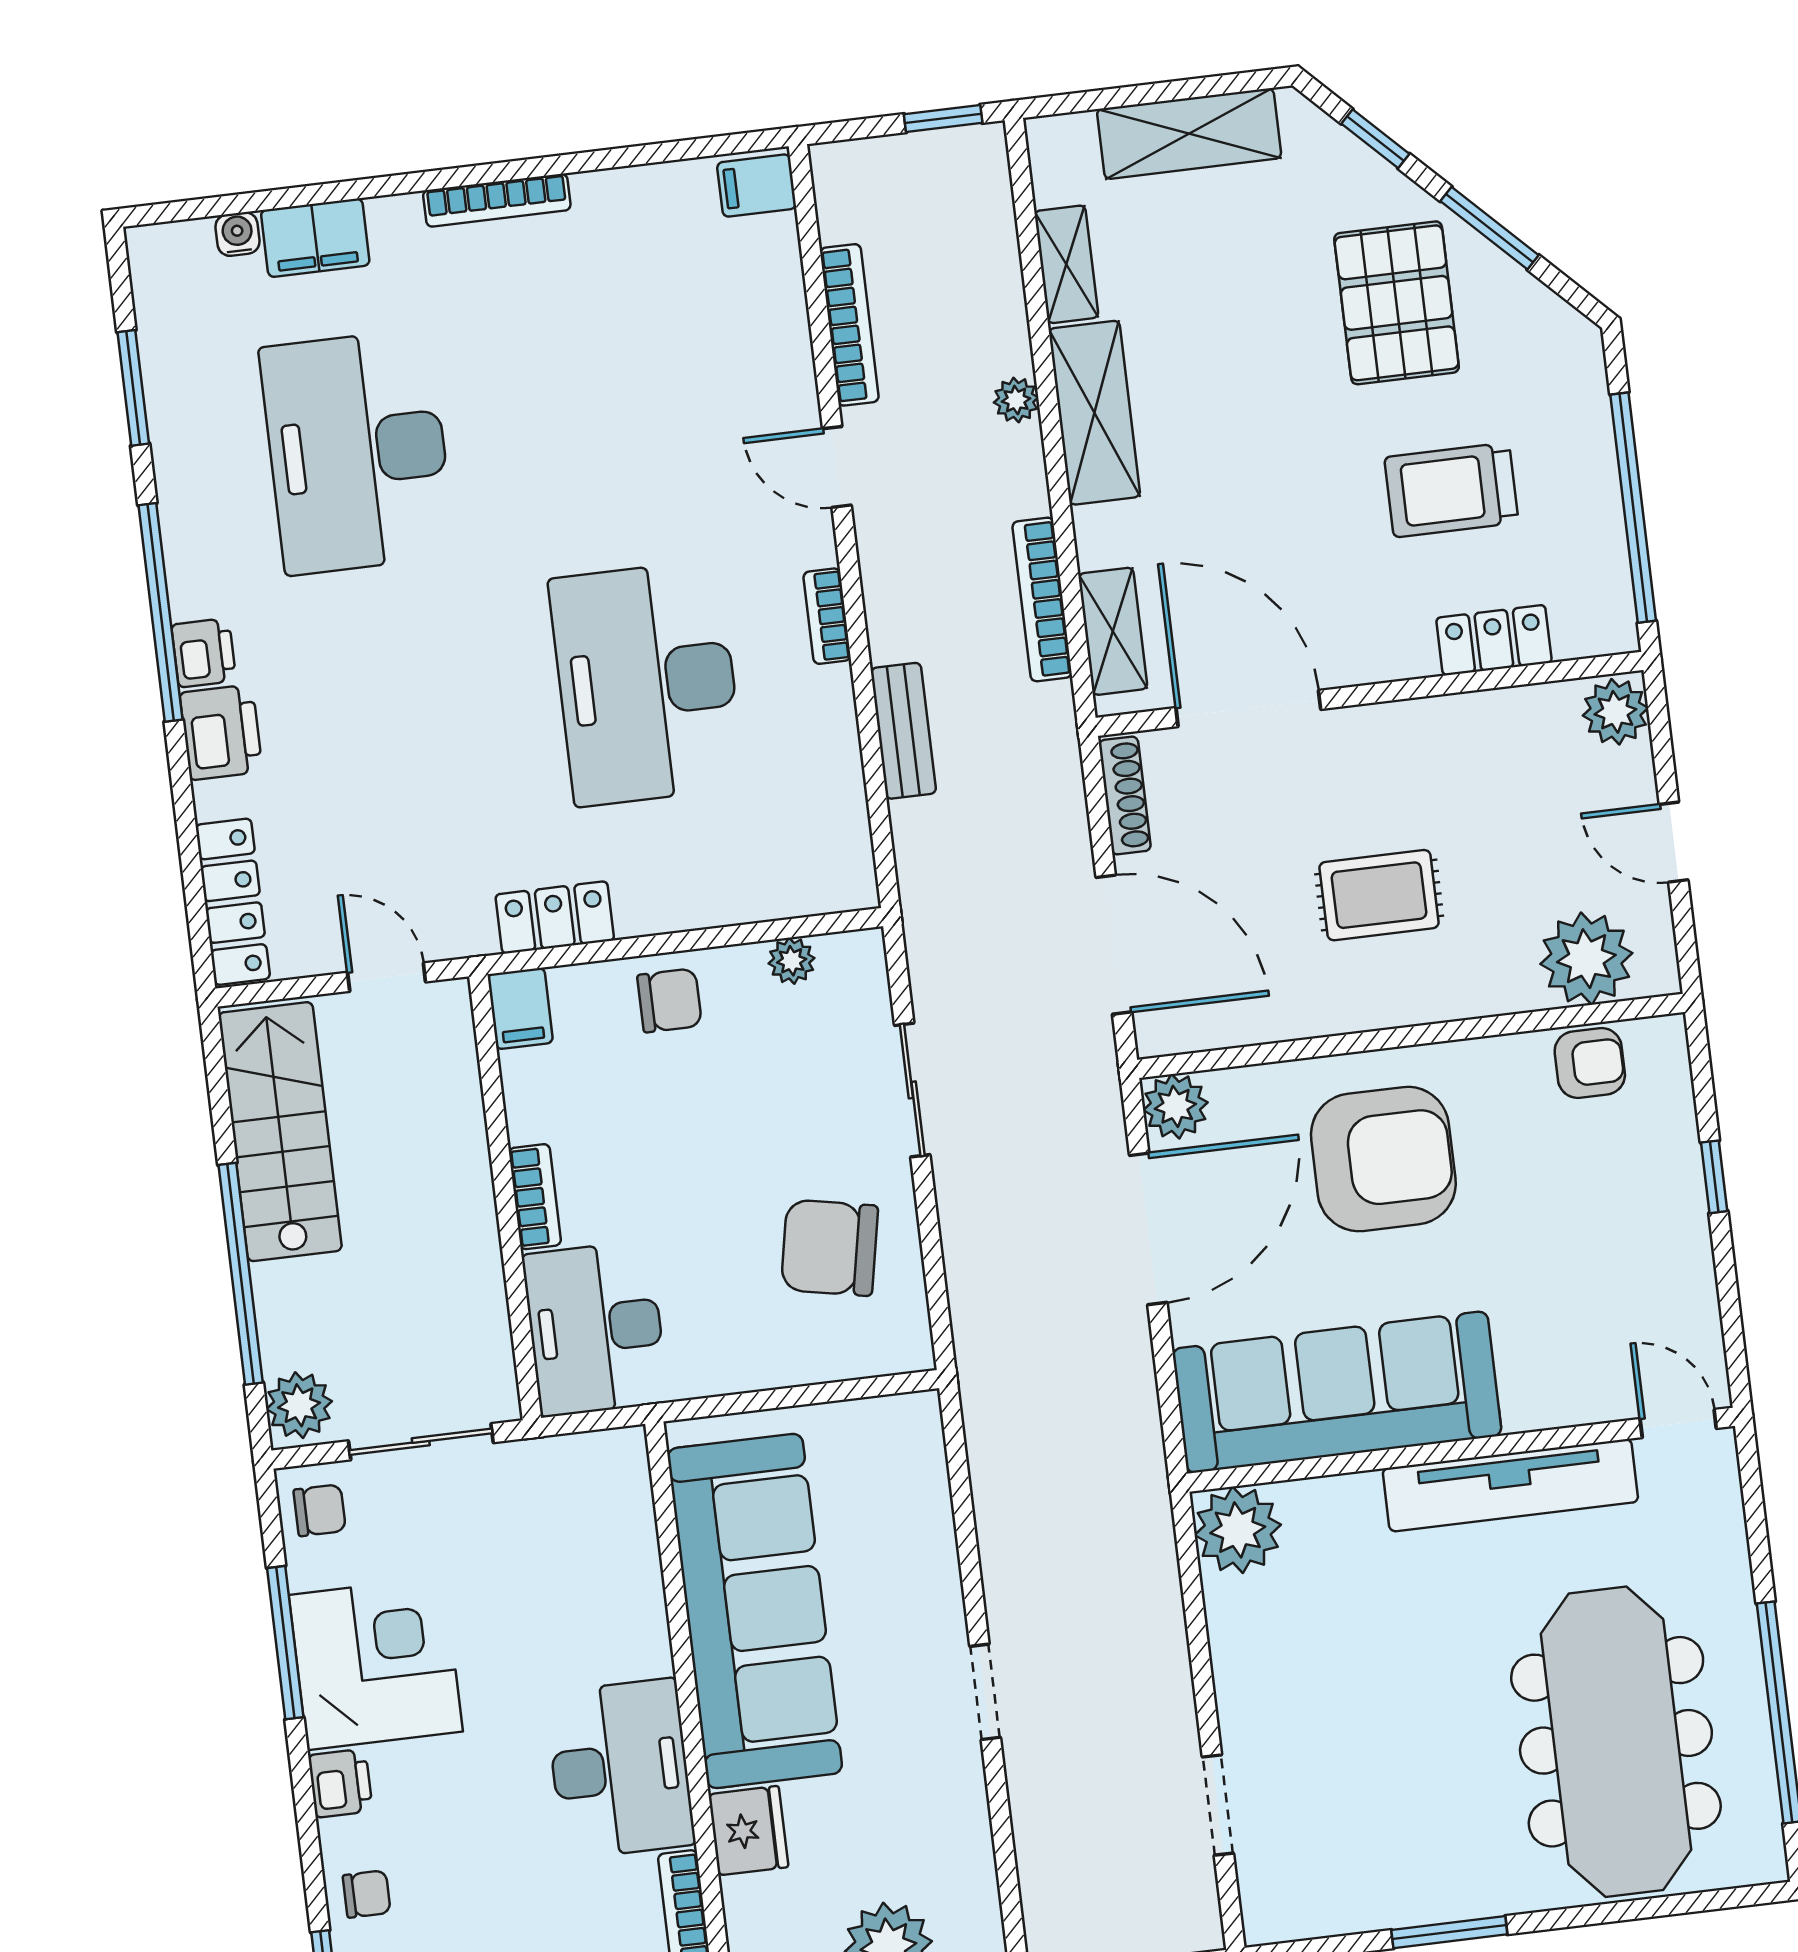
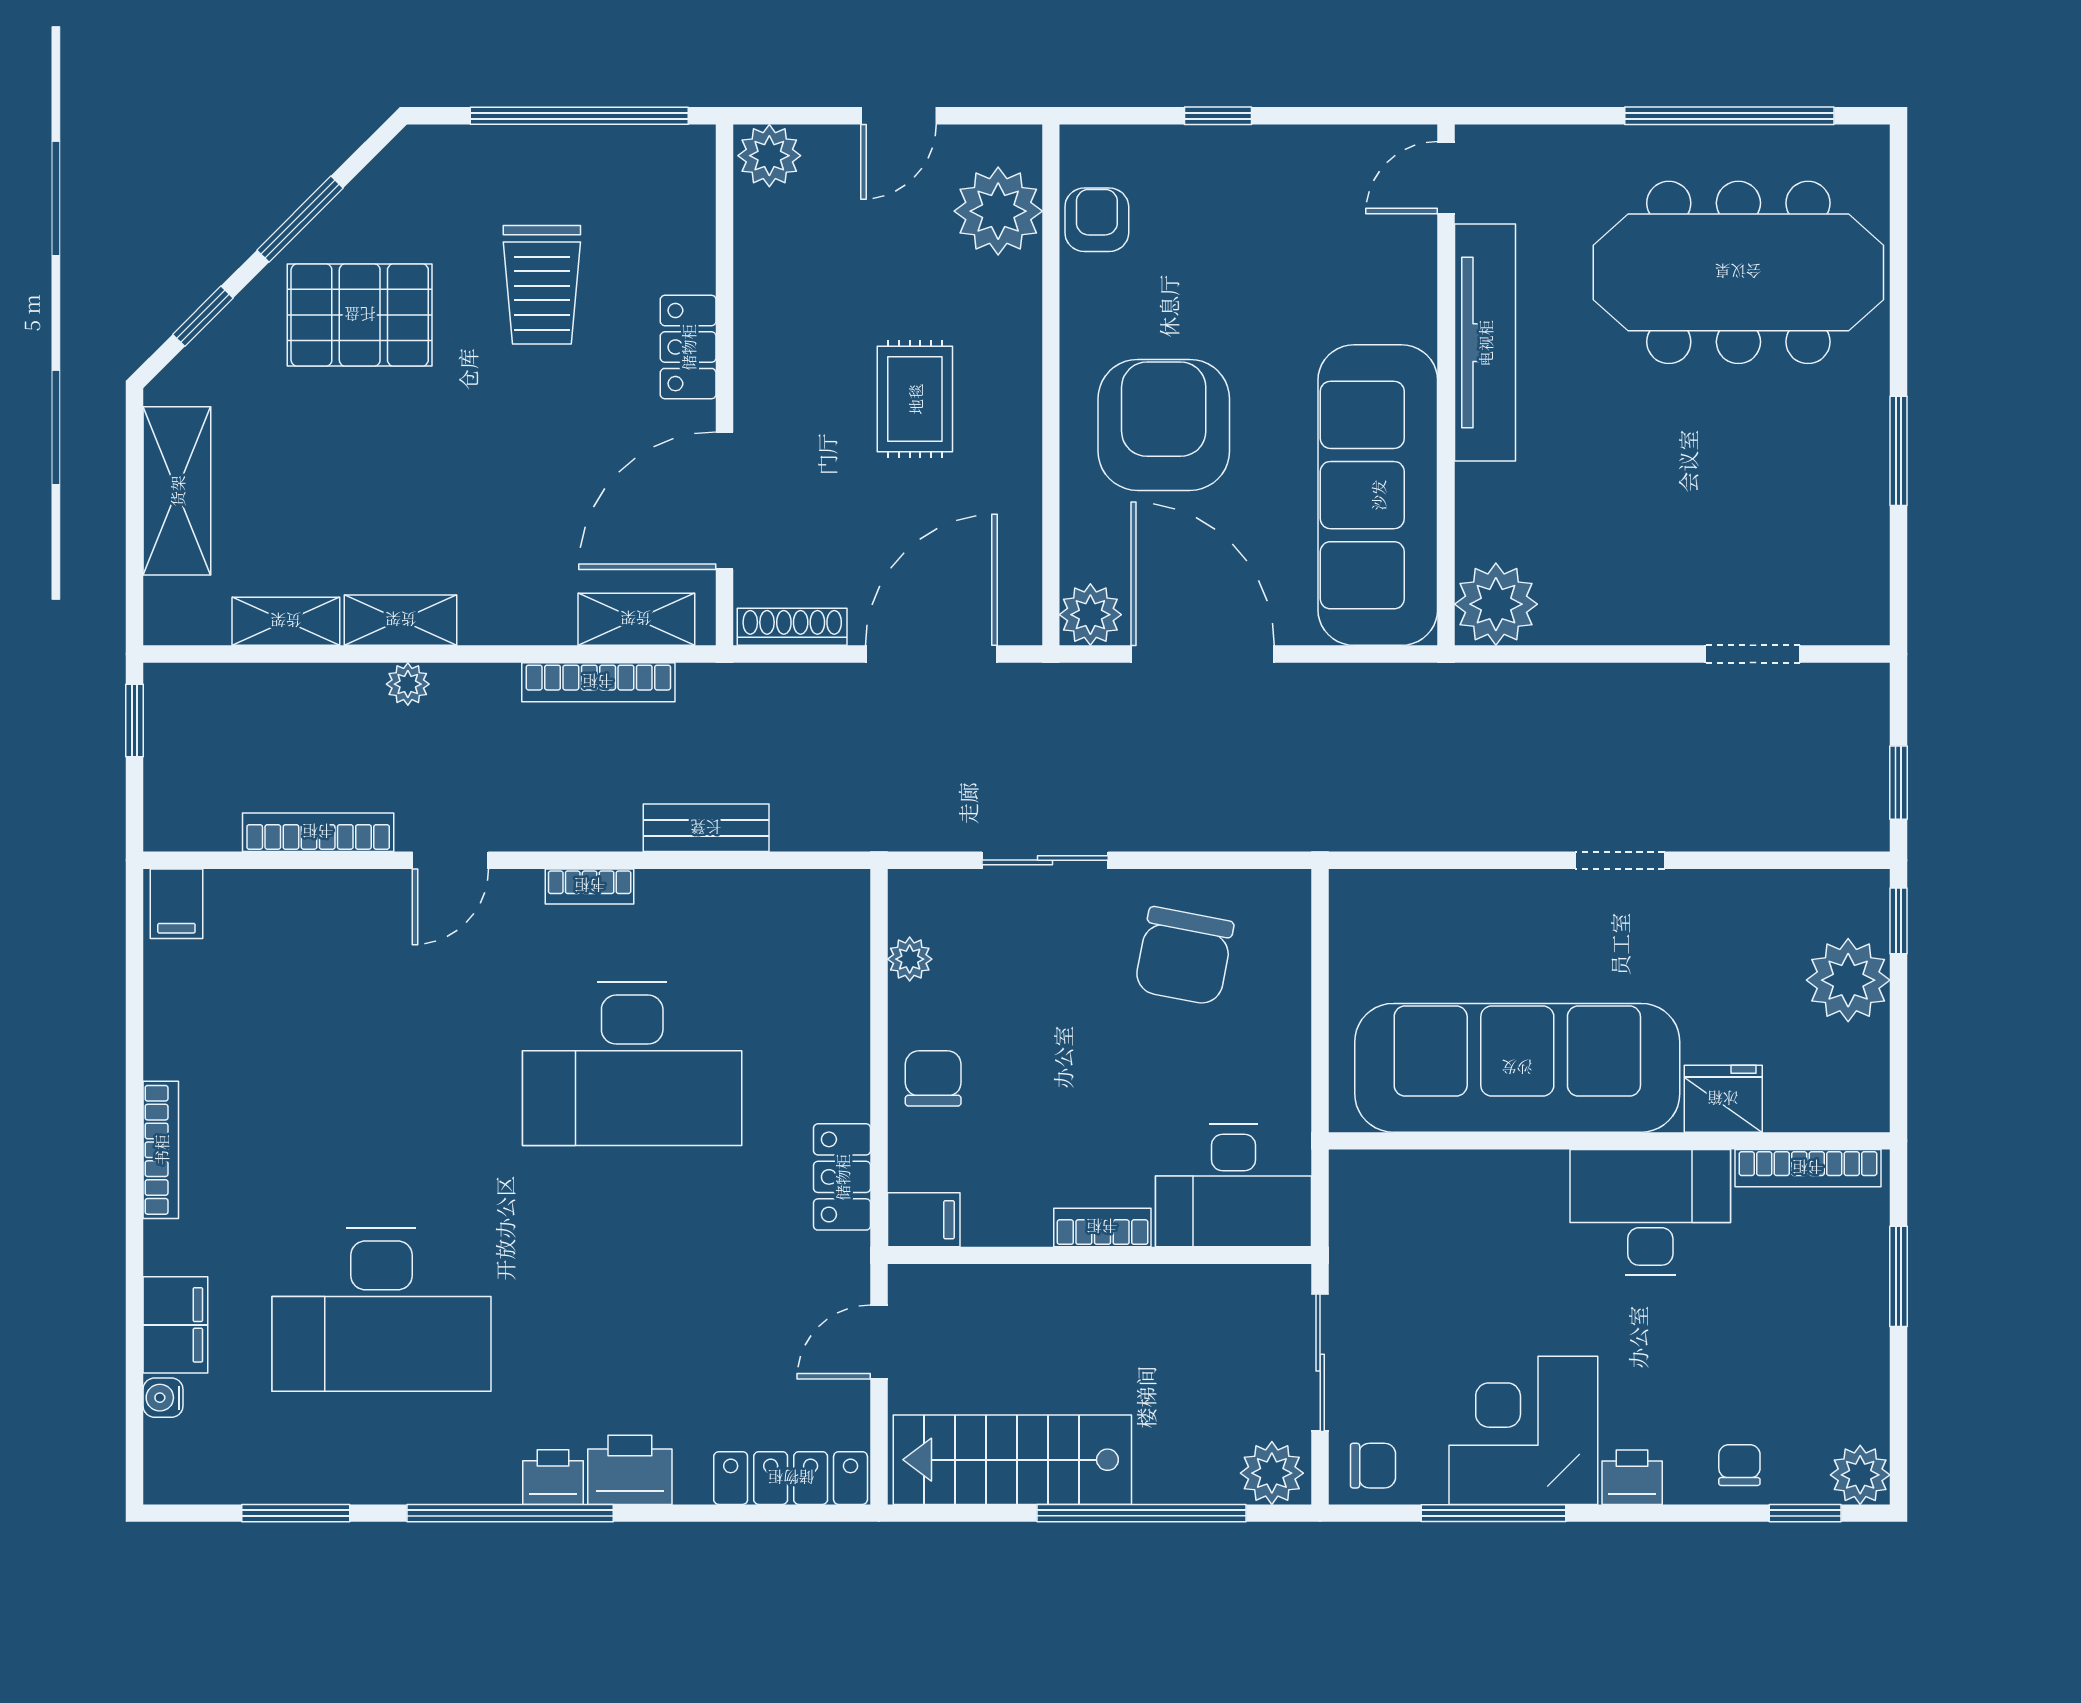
shelving: (1094, 413) -> (401, 620), width x0.67, depth x0.75
locker: (1494, 640) -> (688, 347), moved
chair: (320, 1510) -> (1373, 1466), turned 90

